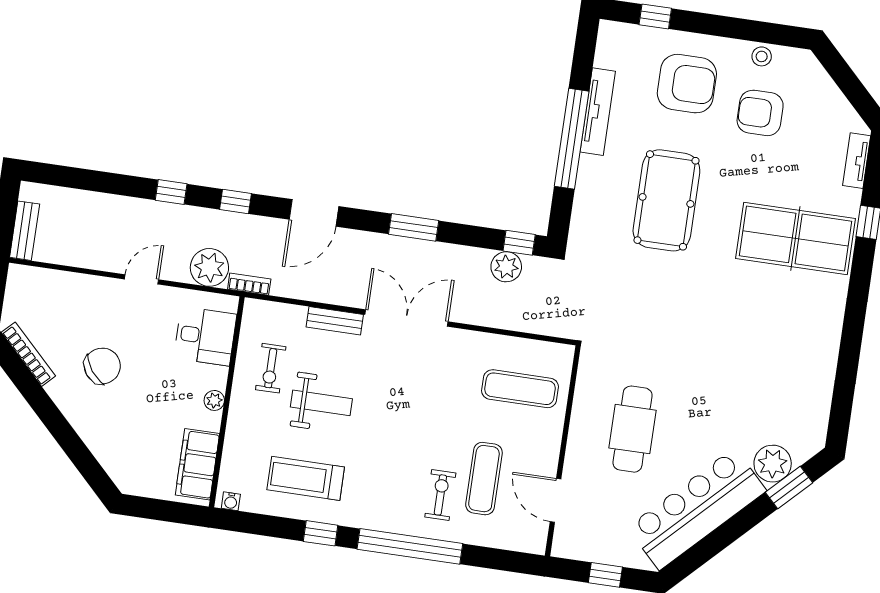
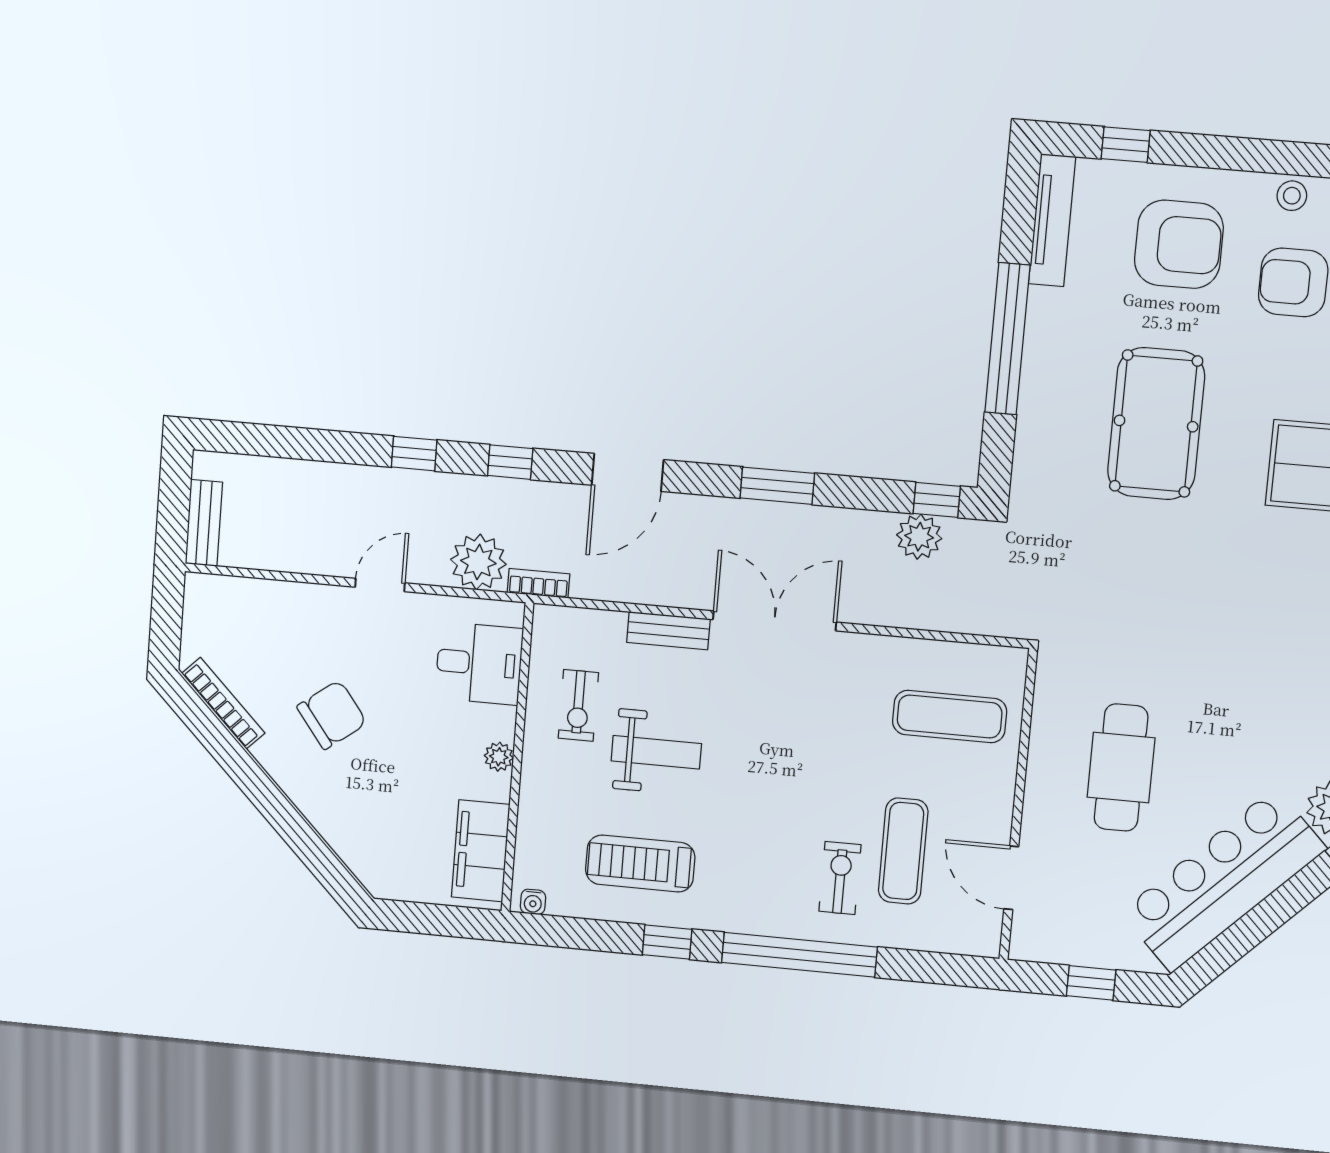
tv unit: (598, 112) -> (1052, 220), moved

